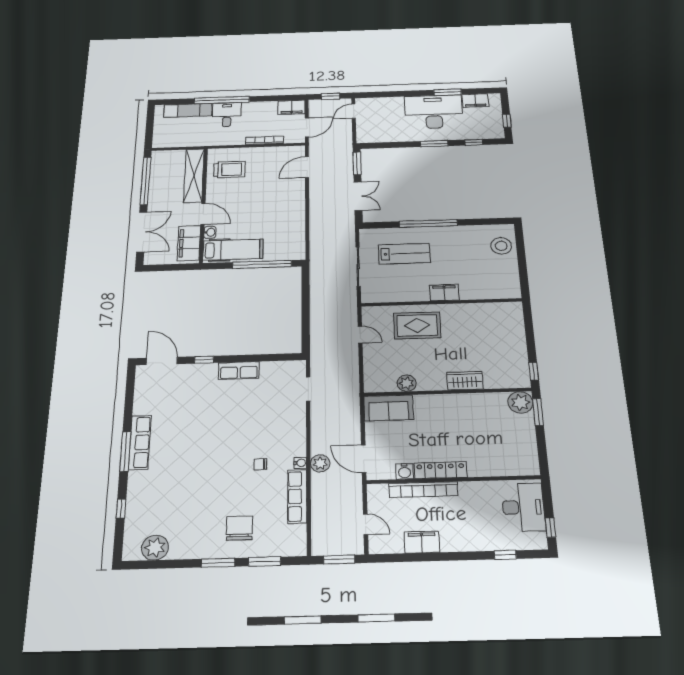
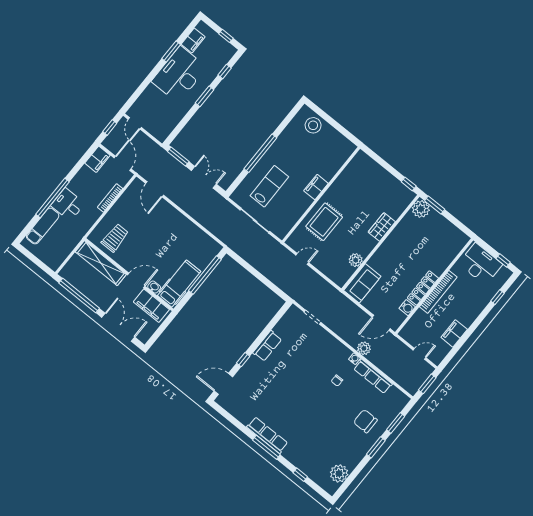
bookcase: (423, 490) -> (438, 292), moved

